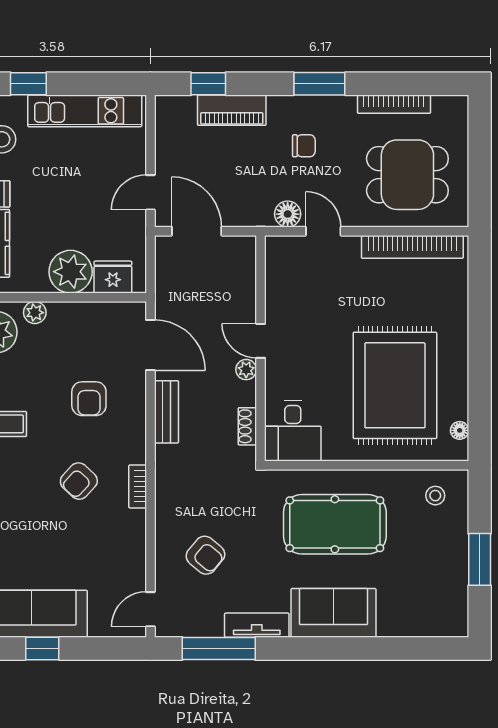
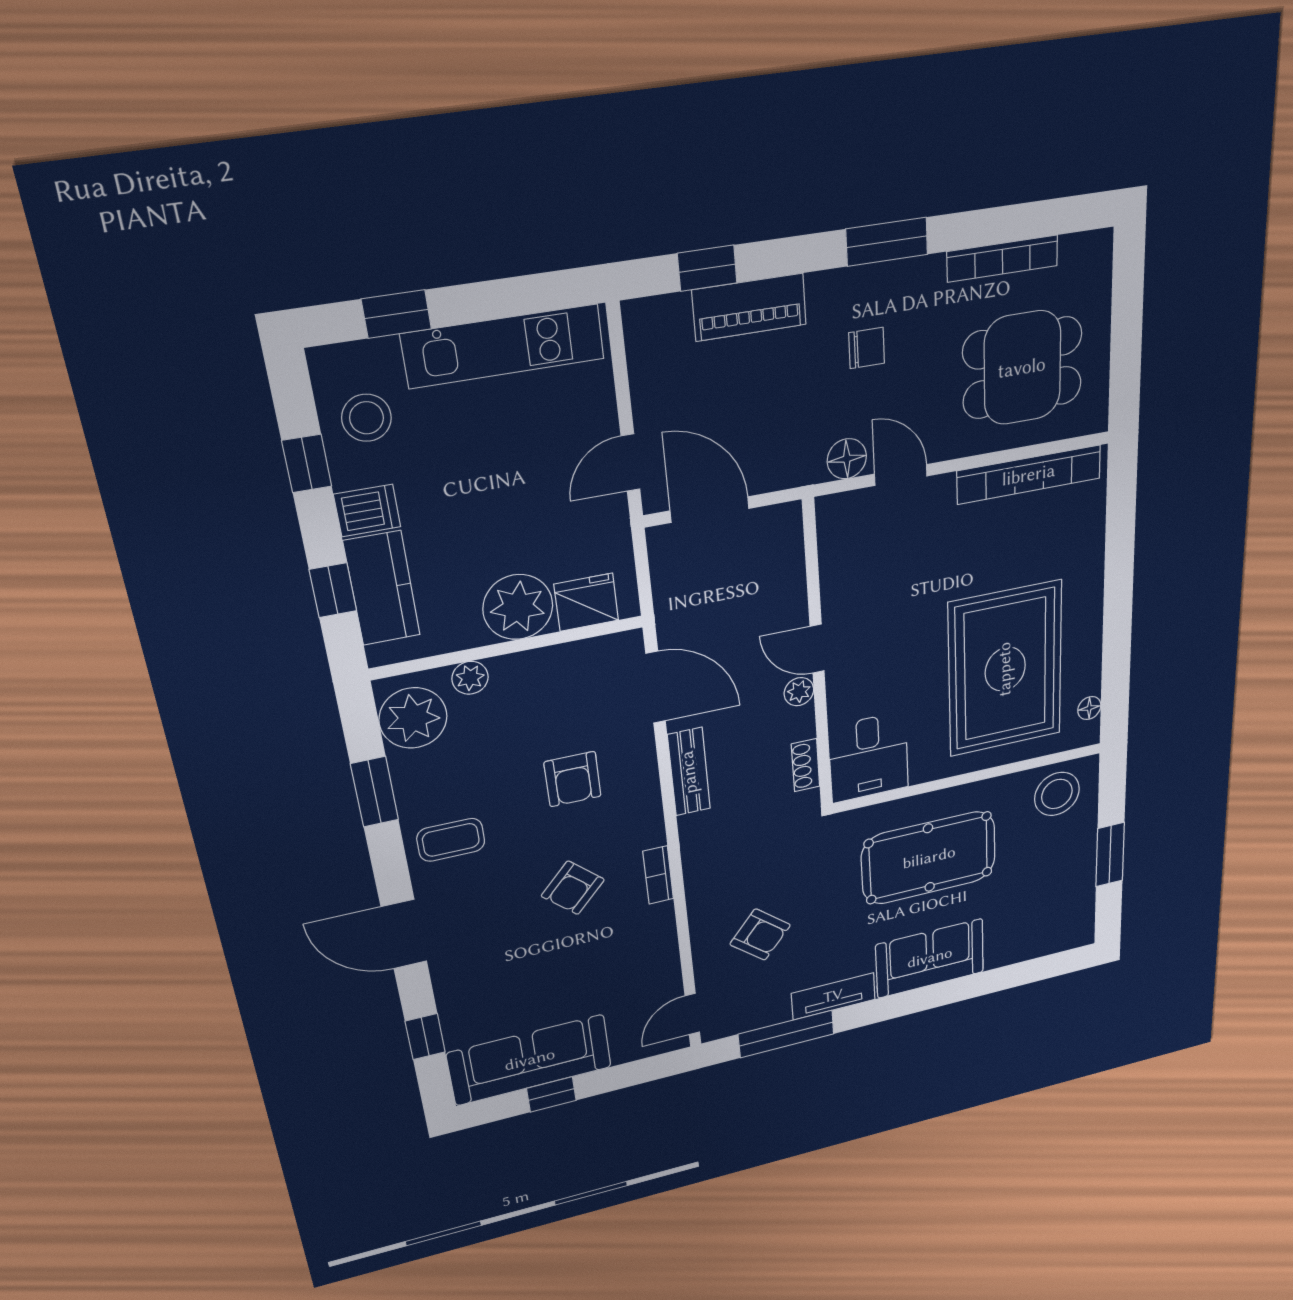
stool: (435, 496) -> (1057, 794), width x1.89, depth x1.89

